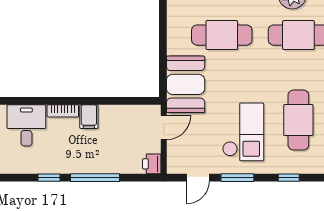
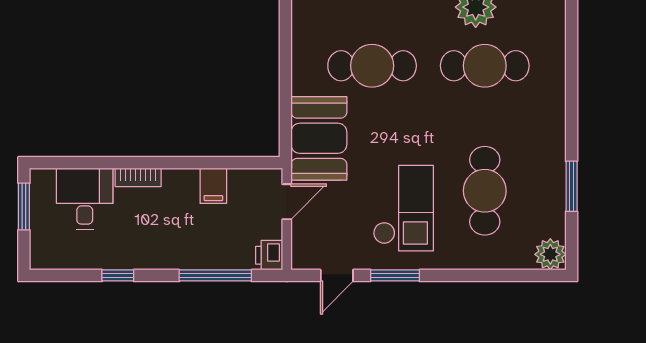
filing cabinet: (89, 117) -> (213, 186), moved
window: (95, 178) -> (215, 275), moved
window: (289, 178) -> (471, 275), removed

